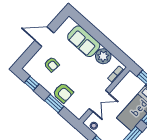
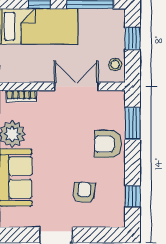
armchair: (63, 93) -> (108, 144), turned -90
window: (54, 103) -> (133, 124), moved

